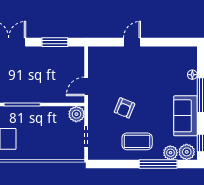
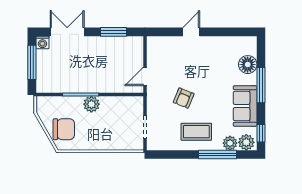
floor lamp: (192, 75) -> (248, 65), width x1.89, depth x1.89
plant: (76, 114) -> (91, 104), moved

